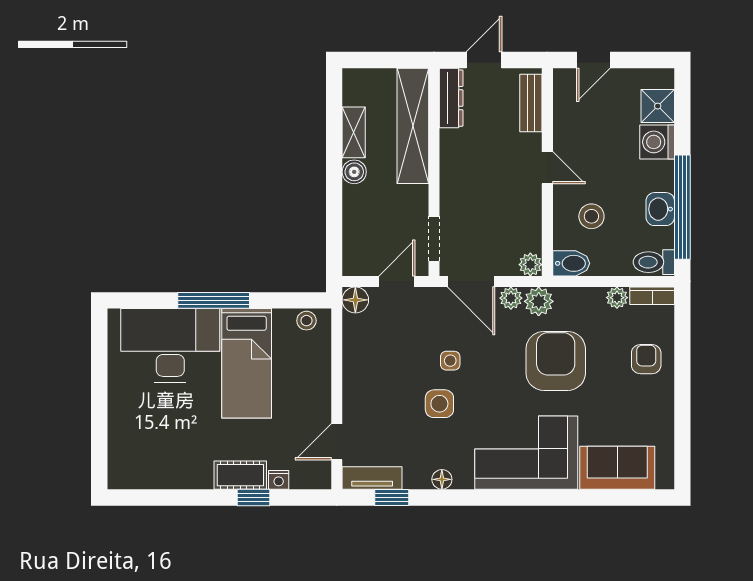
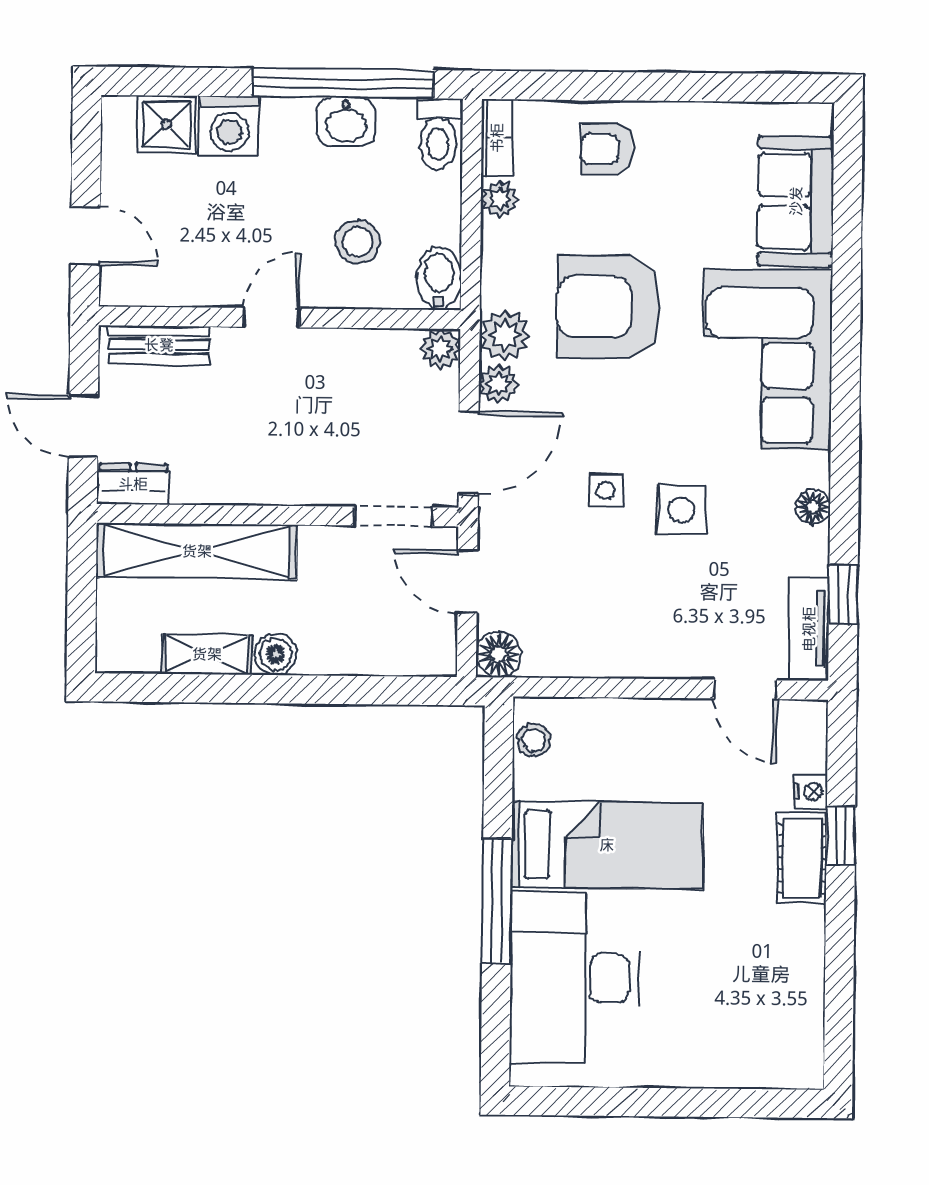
dresser: (451, 98) -> (133, 484), width x0.70

